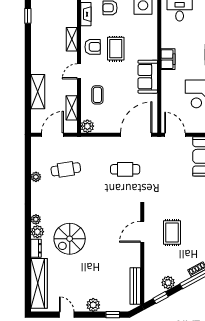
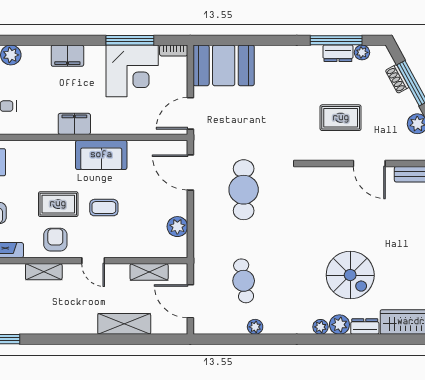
coffee table: (97, 95) -> (104, 208), moved
plant: (87, 126) -> (177, 227), moved
door: (136, 135) -> (190, 173), width x0.73
cafe table: (125, 169) -> (244, 190), width x1.37, depth x1.35
door: (142, 232) -> (369, 164), moved

